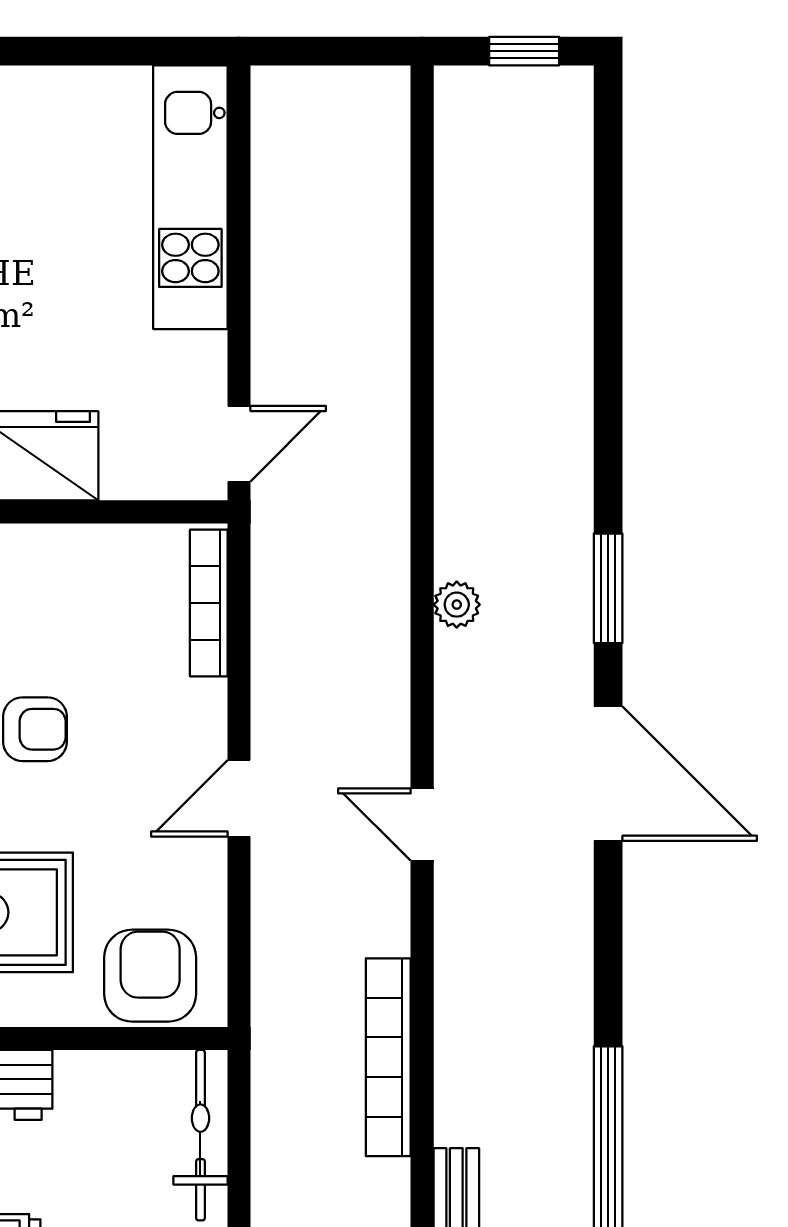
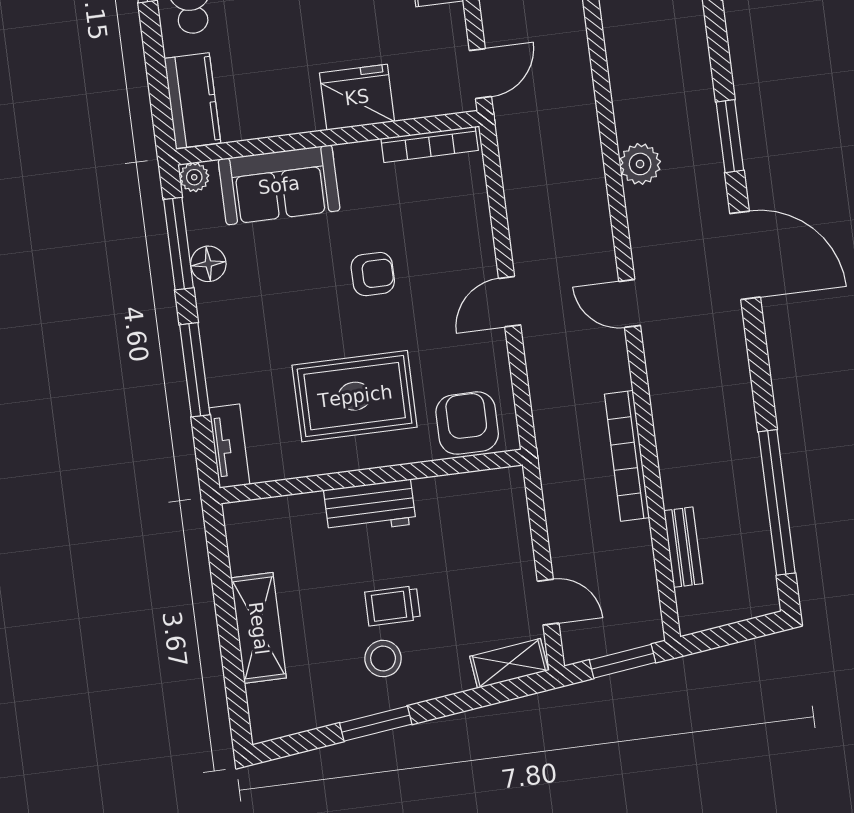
bookcase: (209, 603) -> (430, 144), moved, turned -90
plant: (457, 605) -> (640, 164), width x1.38, depth x1.38
bicycle: (200, 1135) -> (513, 522), removed

